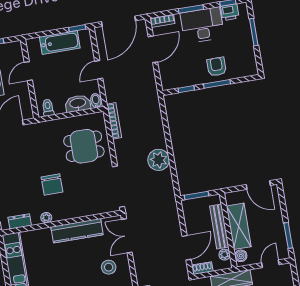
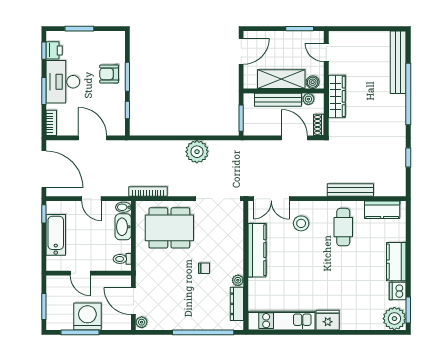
door: (153, 49) -> (93, 138), moved
dining table: (84, 146) -> (169, 228), width x1.38
chair: (52, 184) -> (204, 268), width x0.54, depth x0.54
dresser: (20, 221) -> (237, 304), width x1.44

